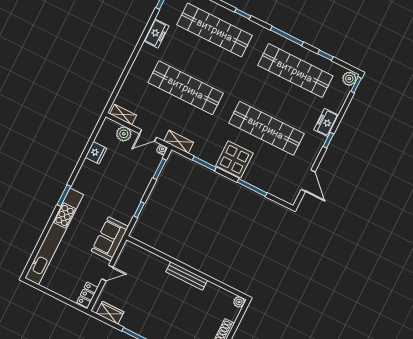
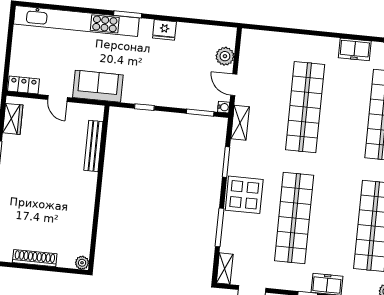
shelving: (123, 115) -> (225, 269), moved
fridge: (96, 153) -> (164, 30), moved
bench: (187, 276) -> (93, 146), moved

